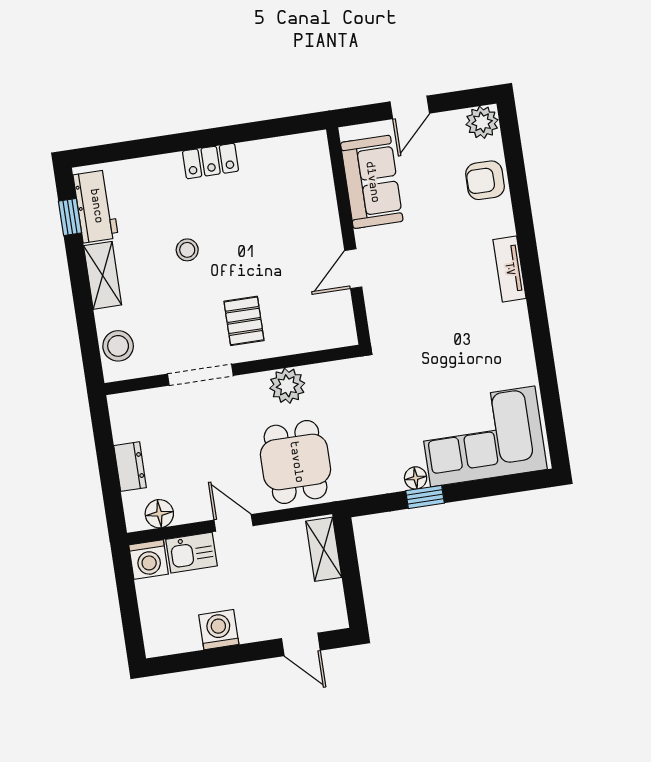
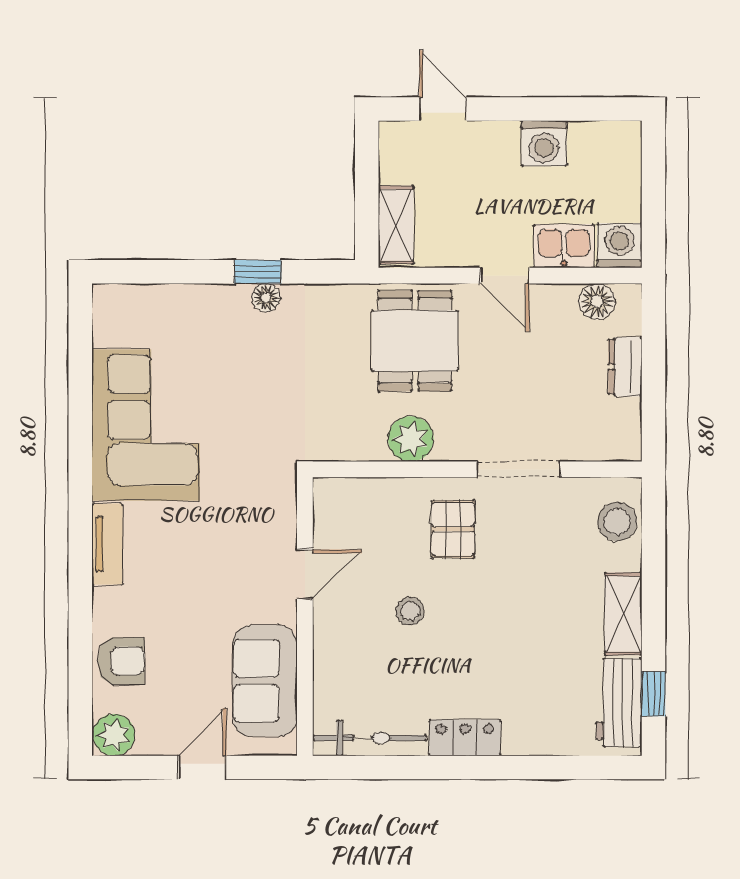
bicycle: (284, 150) -> (369, 738), added
stool: (187, 250) -> (410, 611), moved
corner sofa: (483, 436) -> (146, 425), moved, turned -90

